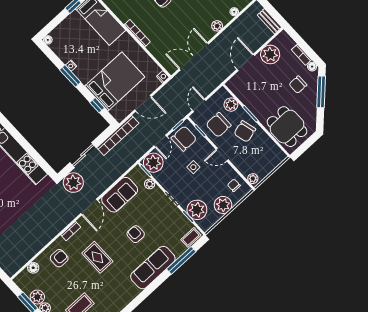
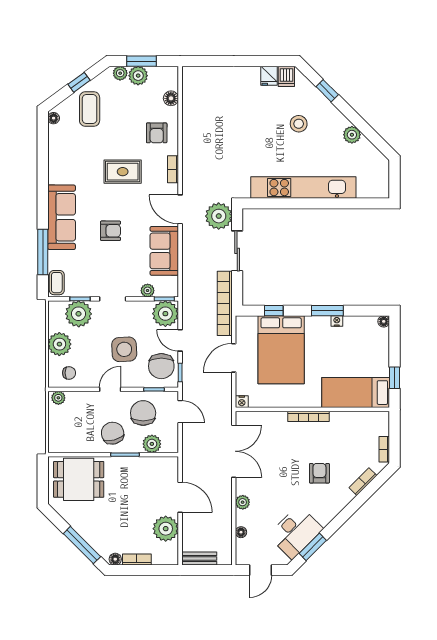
chair: (298, 85) -> (110, 529), removed
side table: (193, 167) -> (124, 349), width x1.87, depth x1.87

